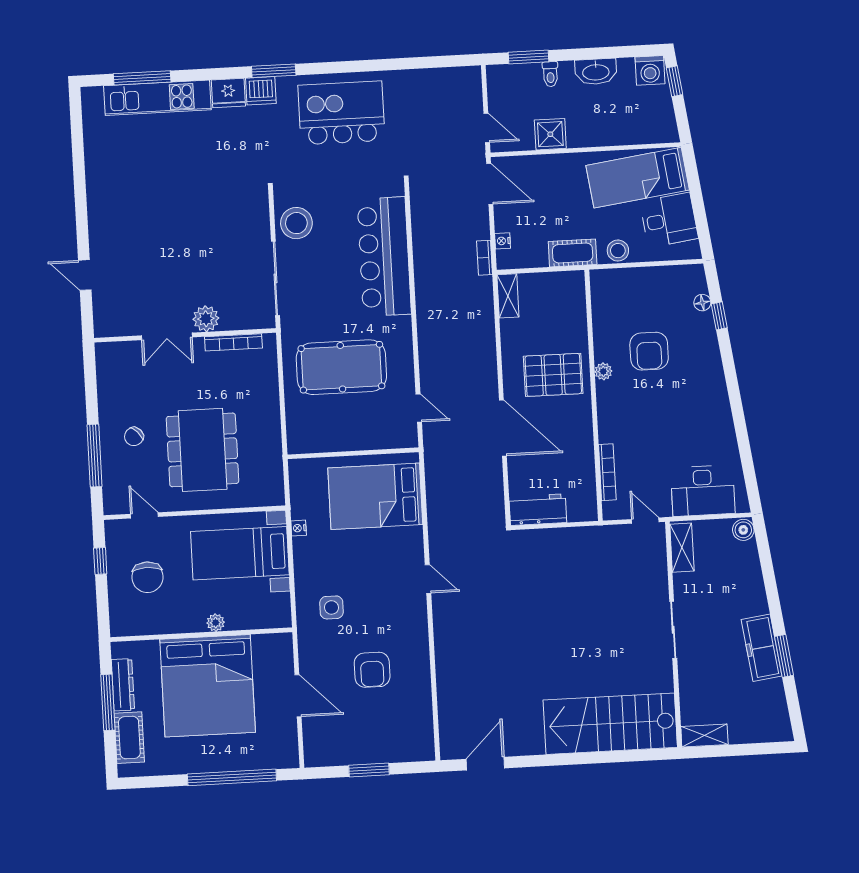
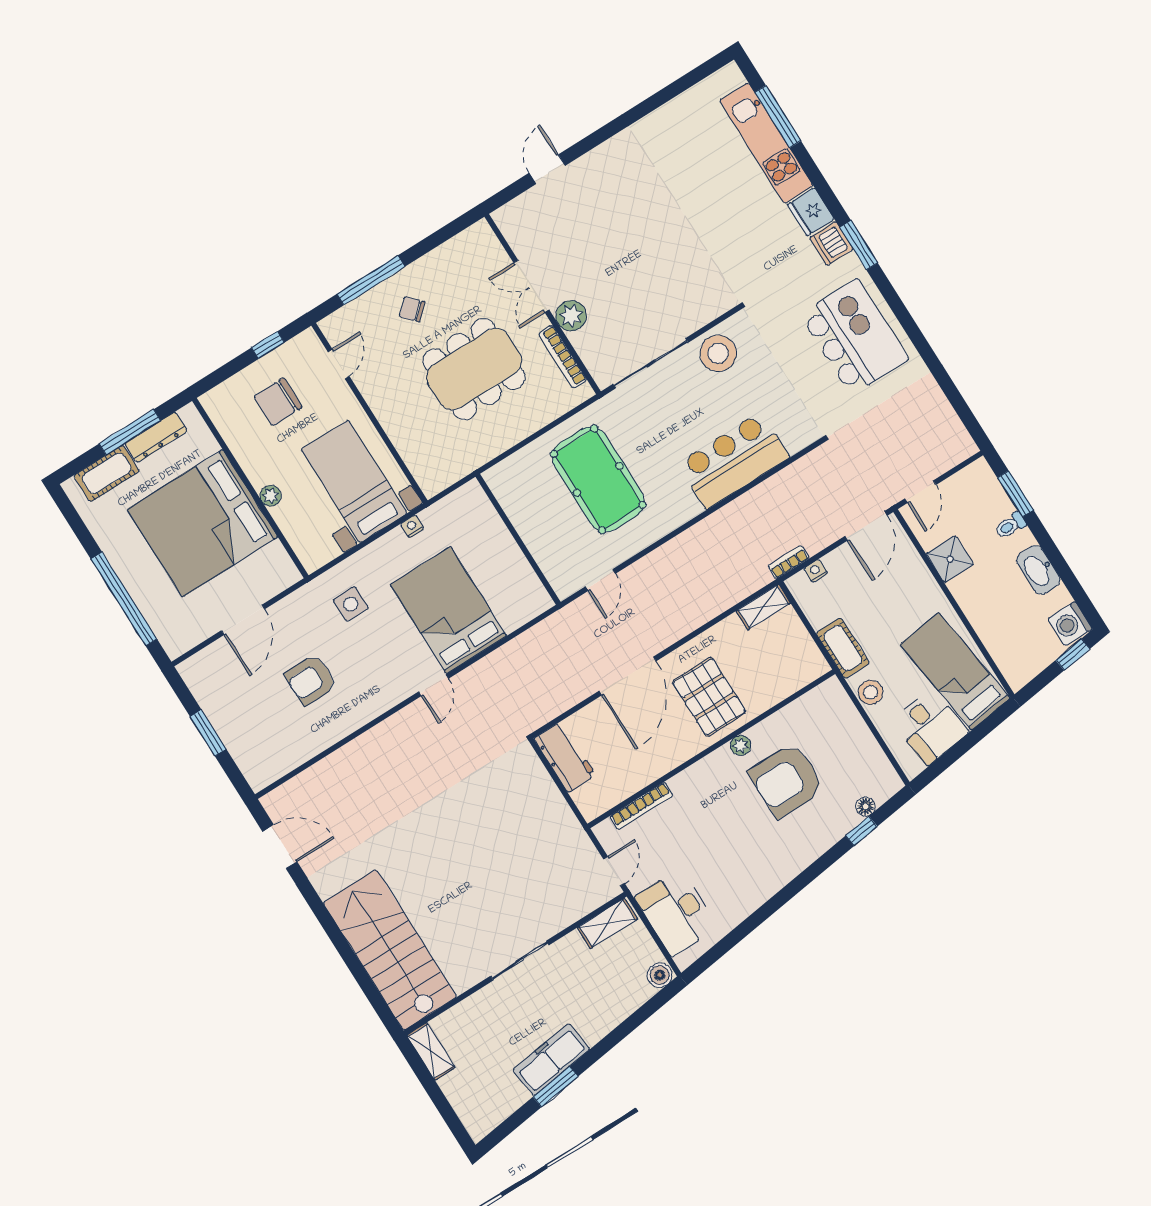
bar counter: (384, 257) -> (734, 460), width x0.73
armchair: (649, 351) -> (787, 780), width x1.36, depth x1.36
dining table: (203, 450) -> (474, 369), moved
bed: (375, 496) -> (448, 610), moved

